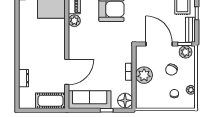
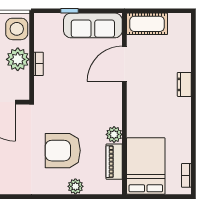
dresser: (24, 78) -> (184, 84), moved
side table: (145, 97) -> (17, 29), added
floor lamp: (125, 100) -> (44, 24), removed

